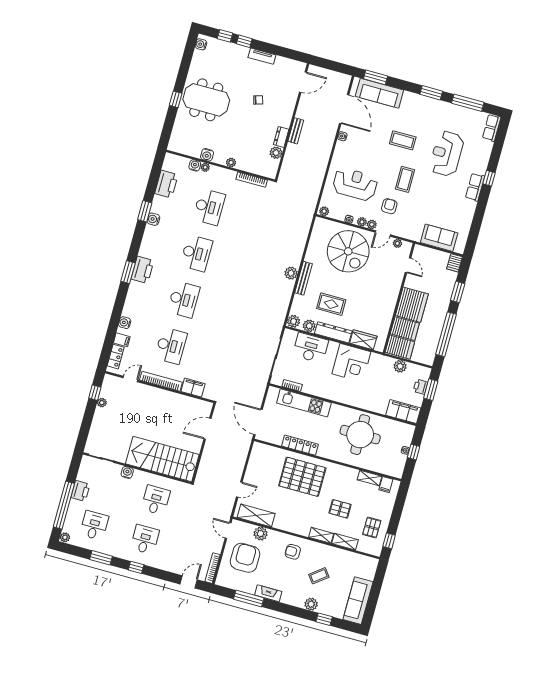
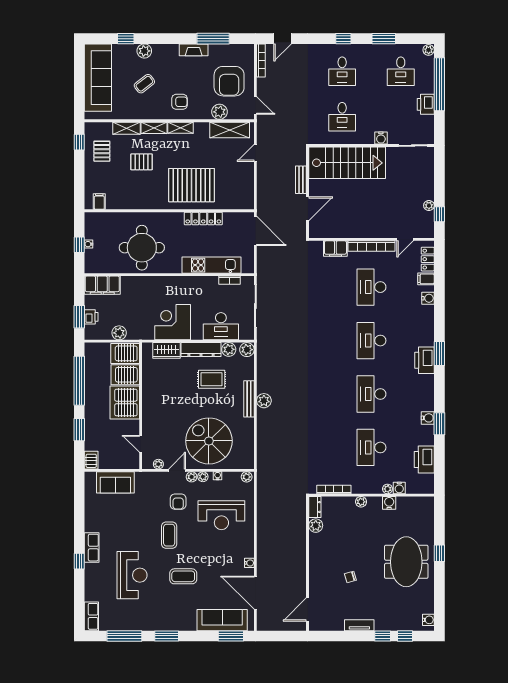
meeting table: (206, 100) -> (406, 562), turned 90
bench: (296, 131) -> (301, 180), moved
dresser: (281, 137) -> (315, 507), moved
shelving: (370, 478) -> (181, 128), moved
sofa: (358, 601) -> (98, 78), width x1.36, depth x1.27

